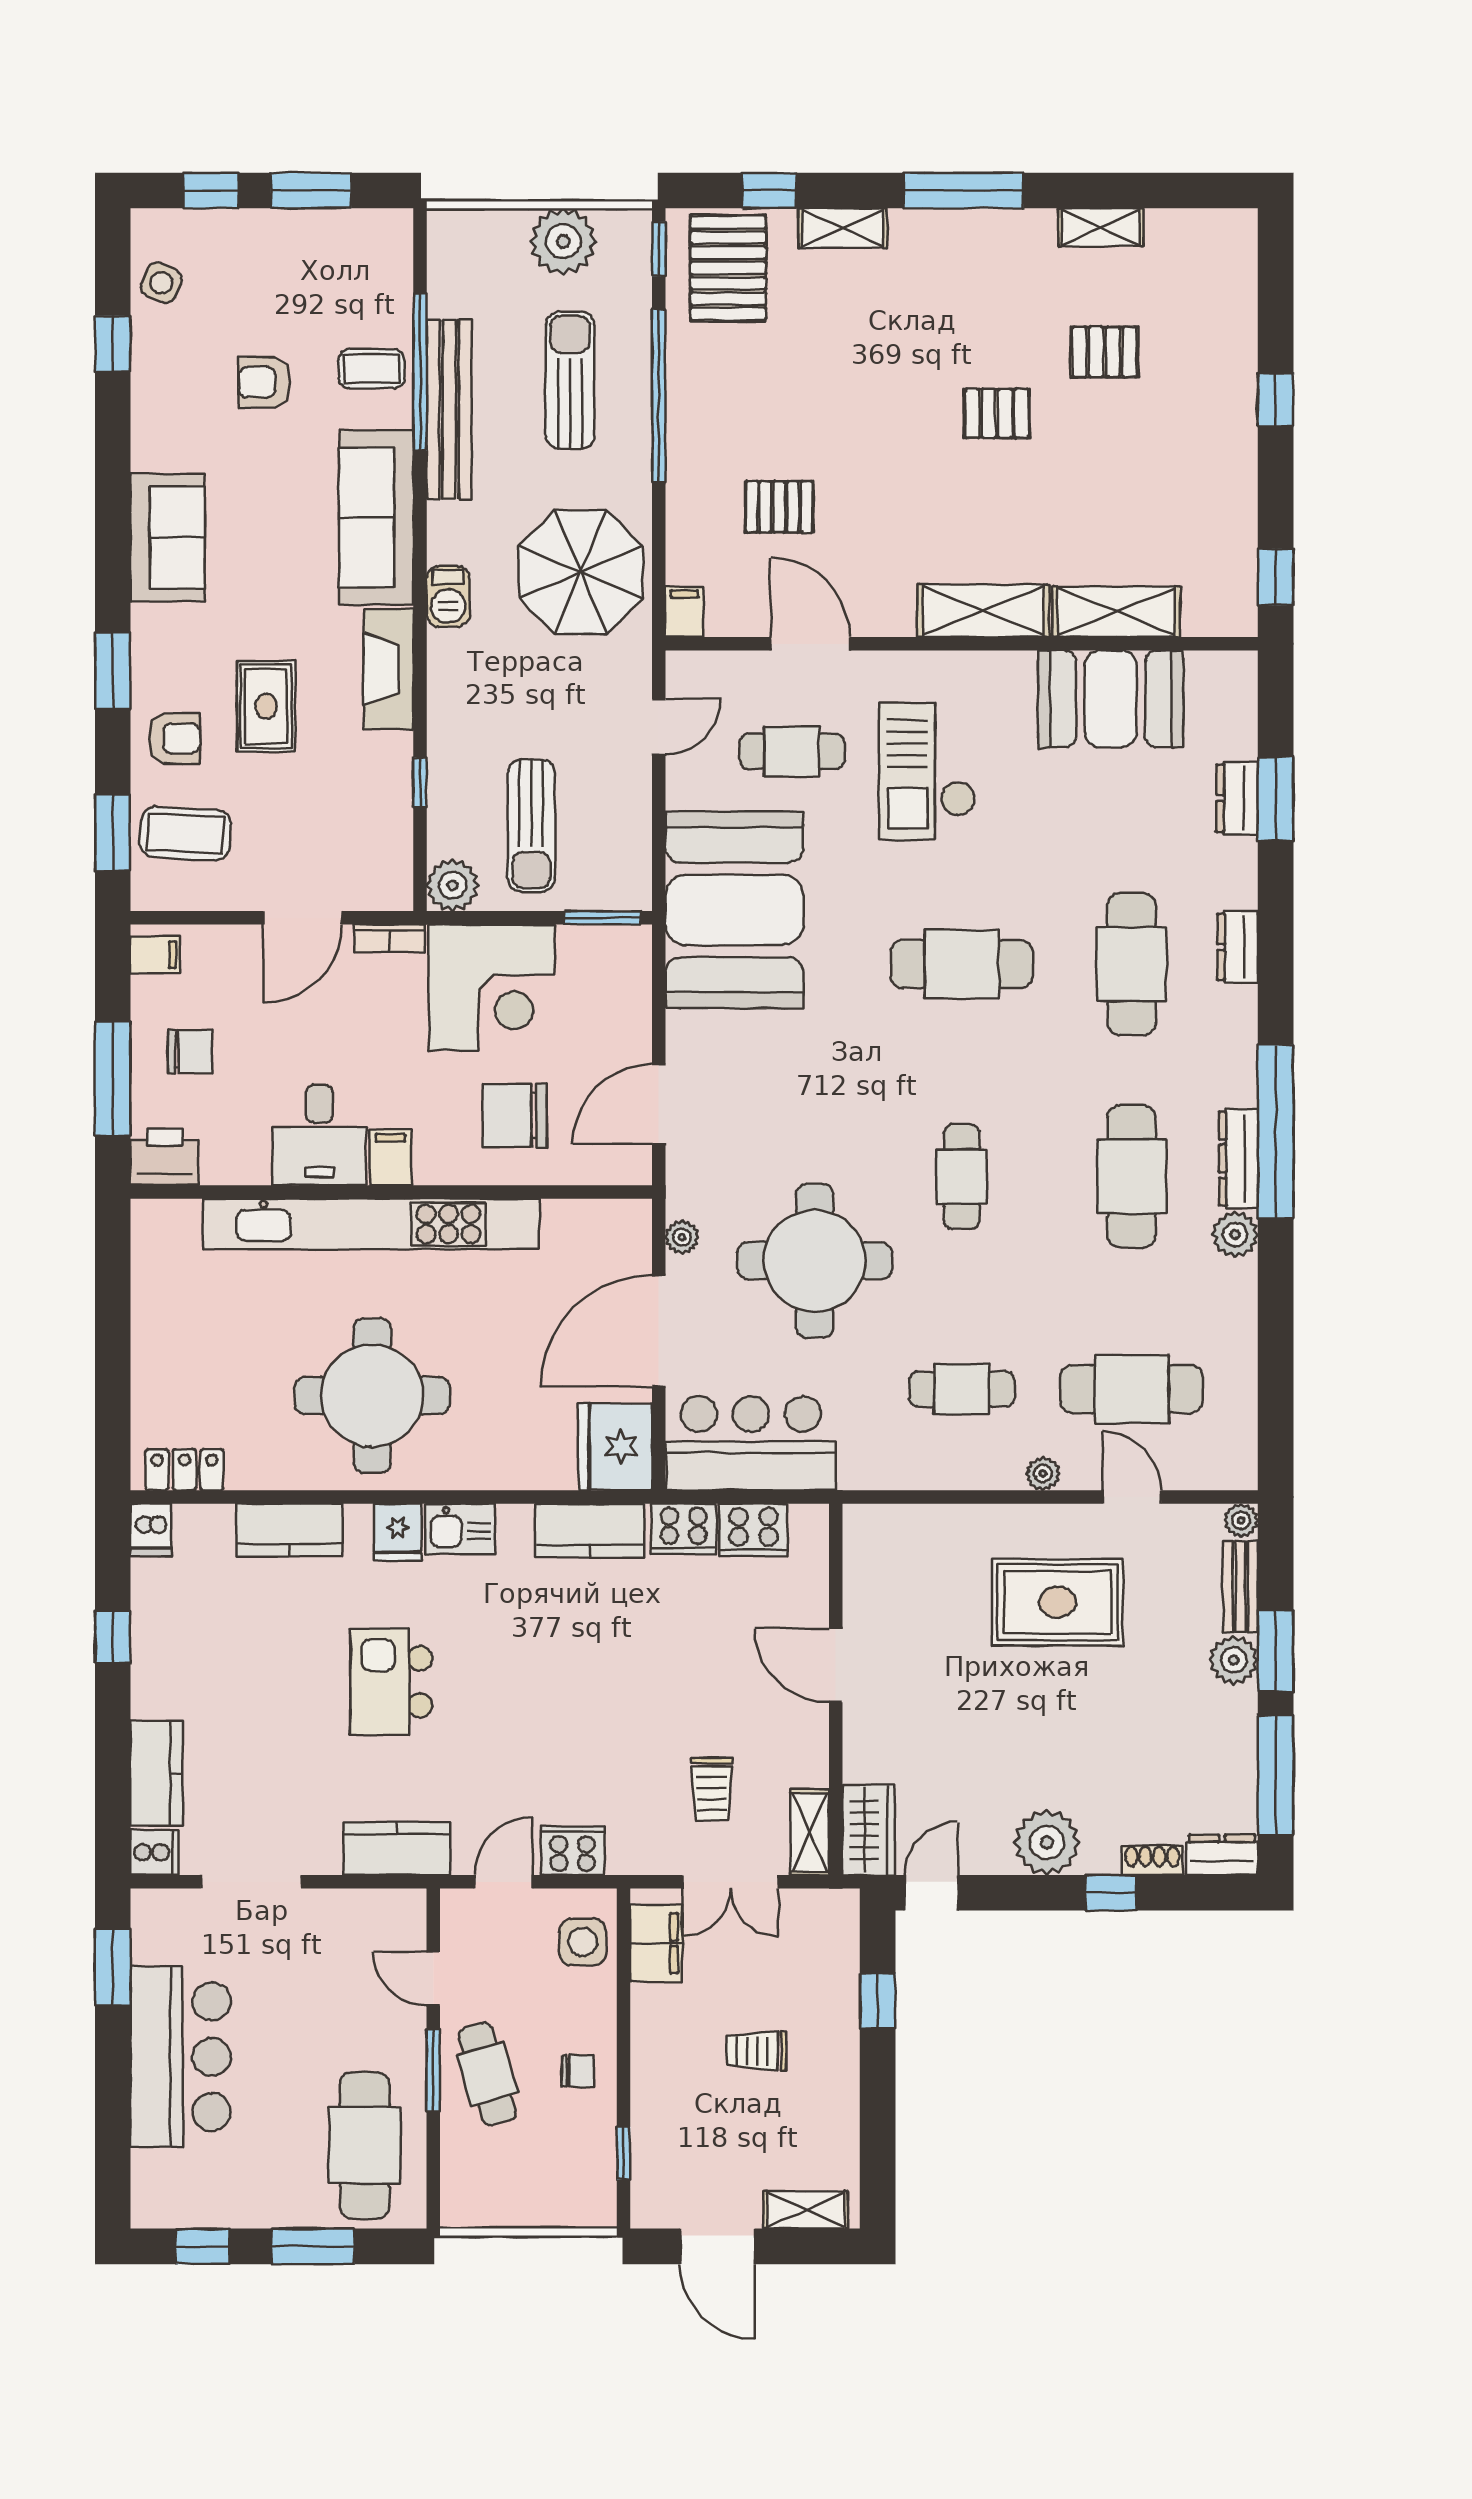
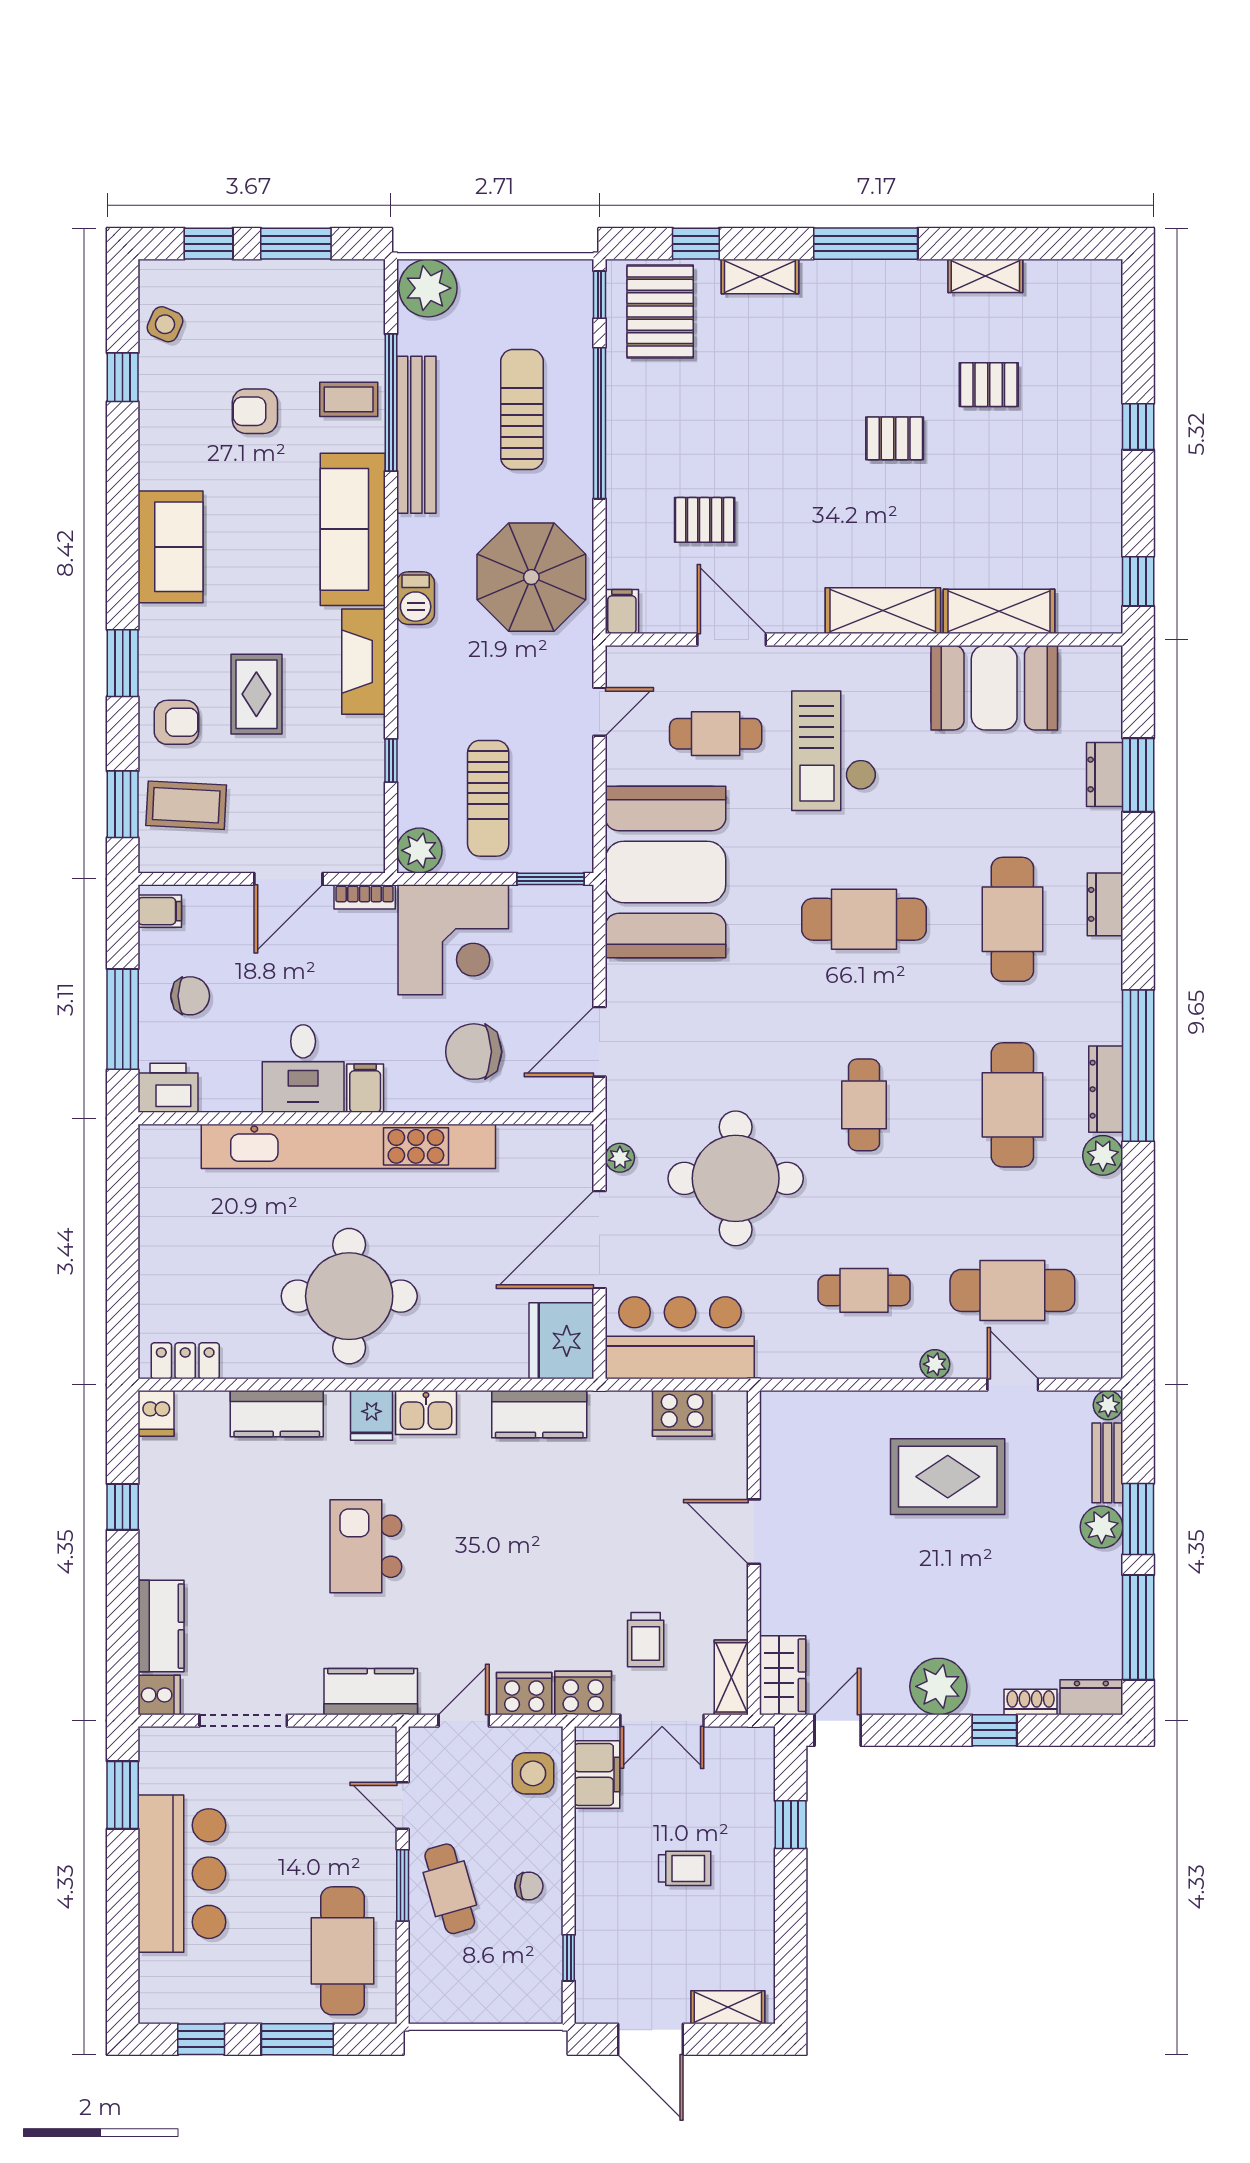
plant: (563, 241) -> (428, 288), moved
cooker: (684, 1529) -> (583, 1693), moved, turned 180
trolley: (756, 2051) -> (685, 1868), turned 180

